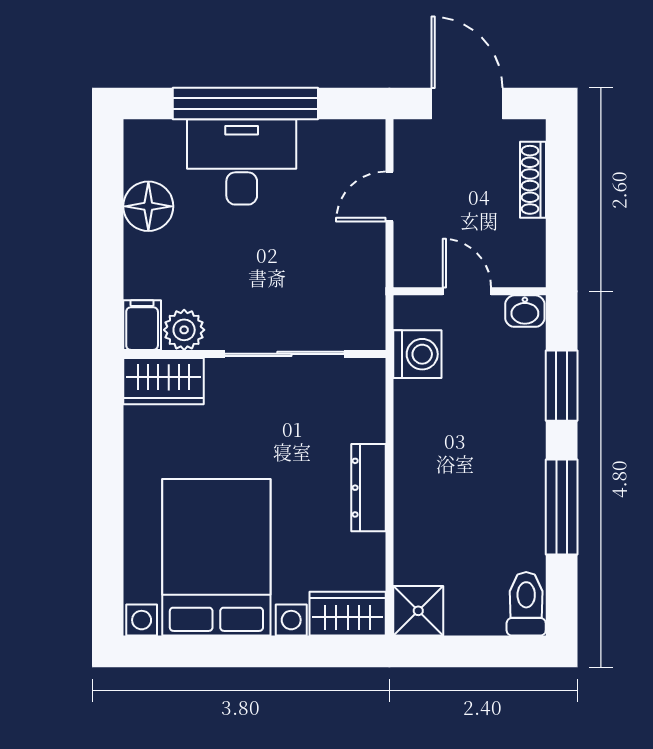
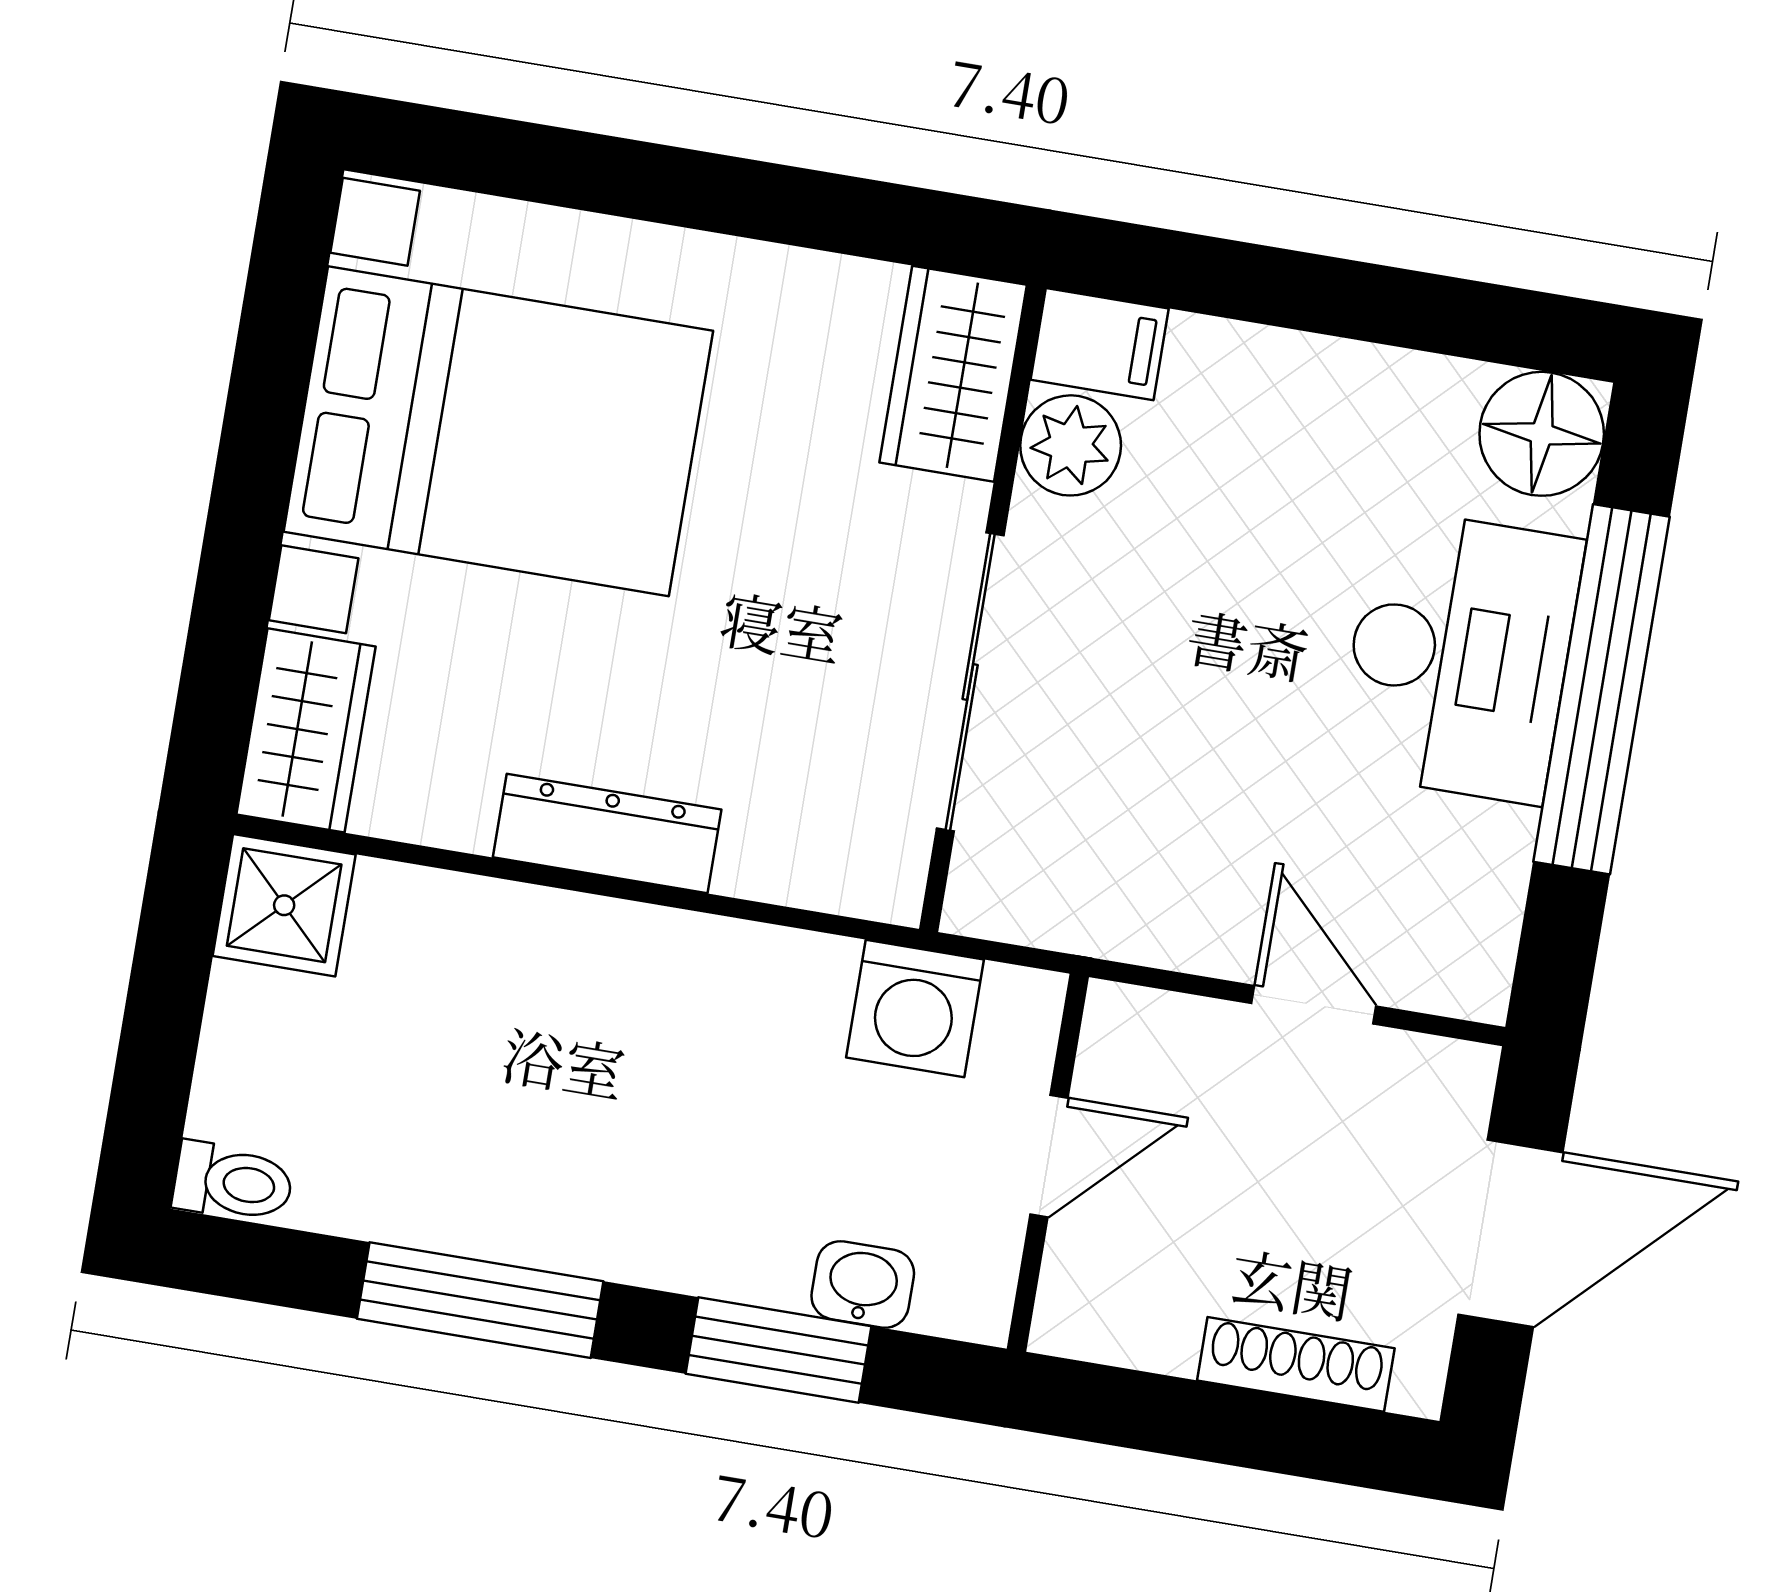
floor lamp: (148, 206) -> (1542, 434), moved
washbasin: (525, 311) -> (863, 1285), moved, turned 90
toilet: (526, 604) -> (233, 1182), width x0.73, depth x0.72

